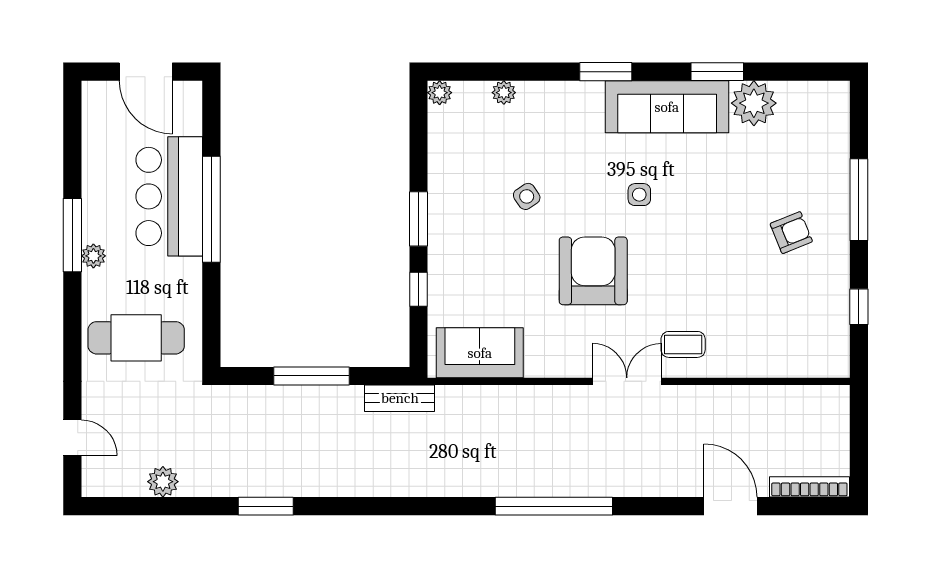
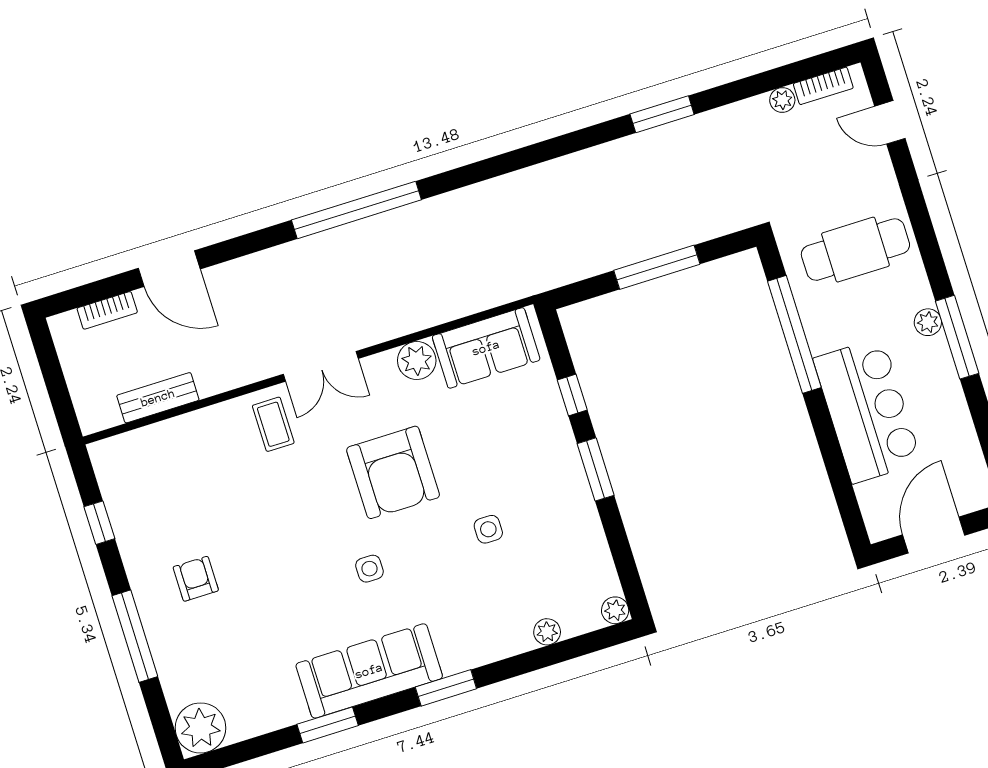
door: (146, 72) -> (934, 535), hinge flipped
plant: (754, 103) -> (200, 728), moved
side table: (527, 196) -> (488, 529), turned 34
window: (211, 209) -> (794, 334), moved
armchair: (791, 233) -> (196, 579), turned 112
coffee table: (683, 344) -> (273, 424), turned 90
plant: (543, 361) -> (417, 361), added
bench: (400, 398) -> (158, 398), moved
plant: (163, 482) -> (782, 100), width x0.73, depth x0.73
bookcase: (120, 487) -> (823, 86), added
bookcase: (809, 487) -> (107, 310), width x0.64

